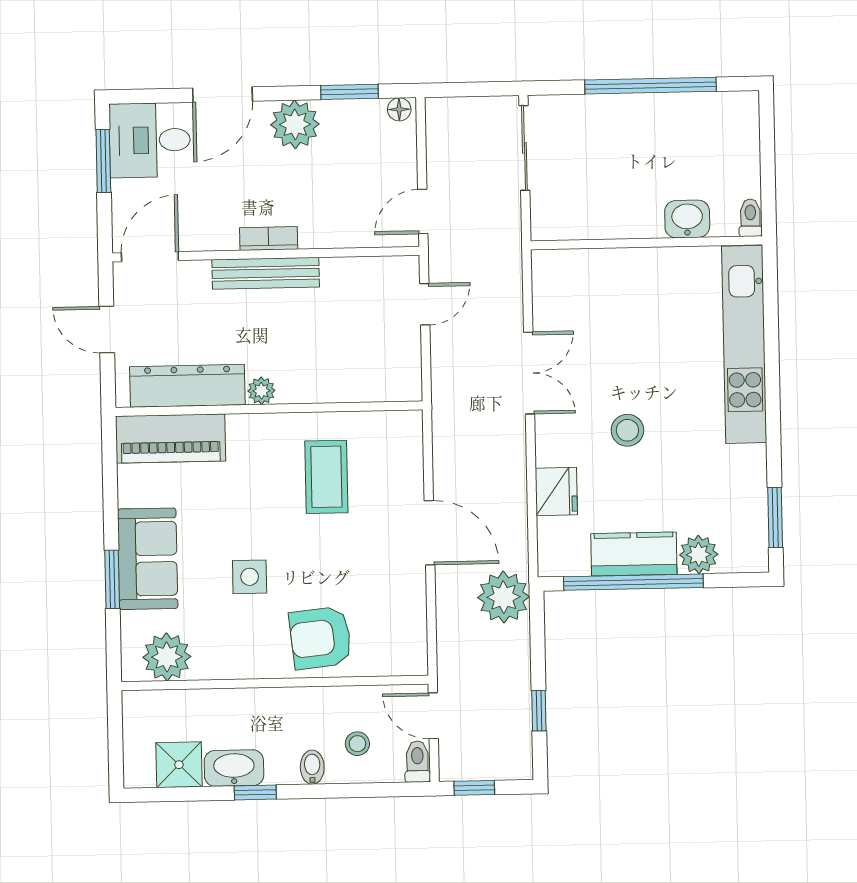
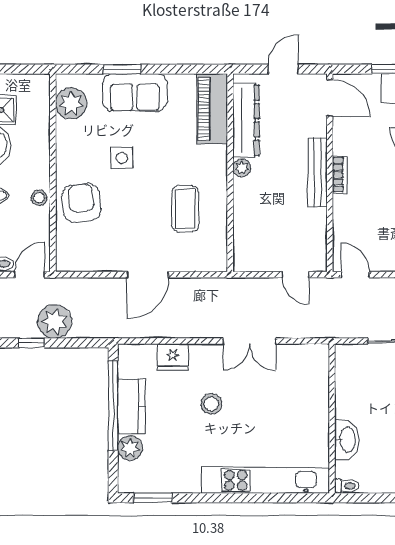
washbasin: (687, 219) -> (347, 440), width x1.38
coffee table: (326, 477) -> (185, 209), turned 90
plant: (504, 597) -> (55, 322), moved
stool: (357, 744) -> (39, 198), moved

